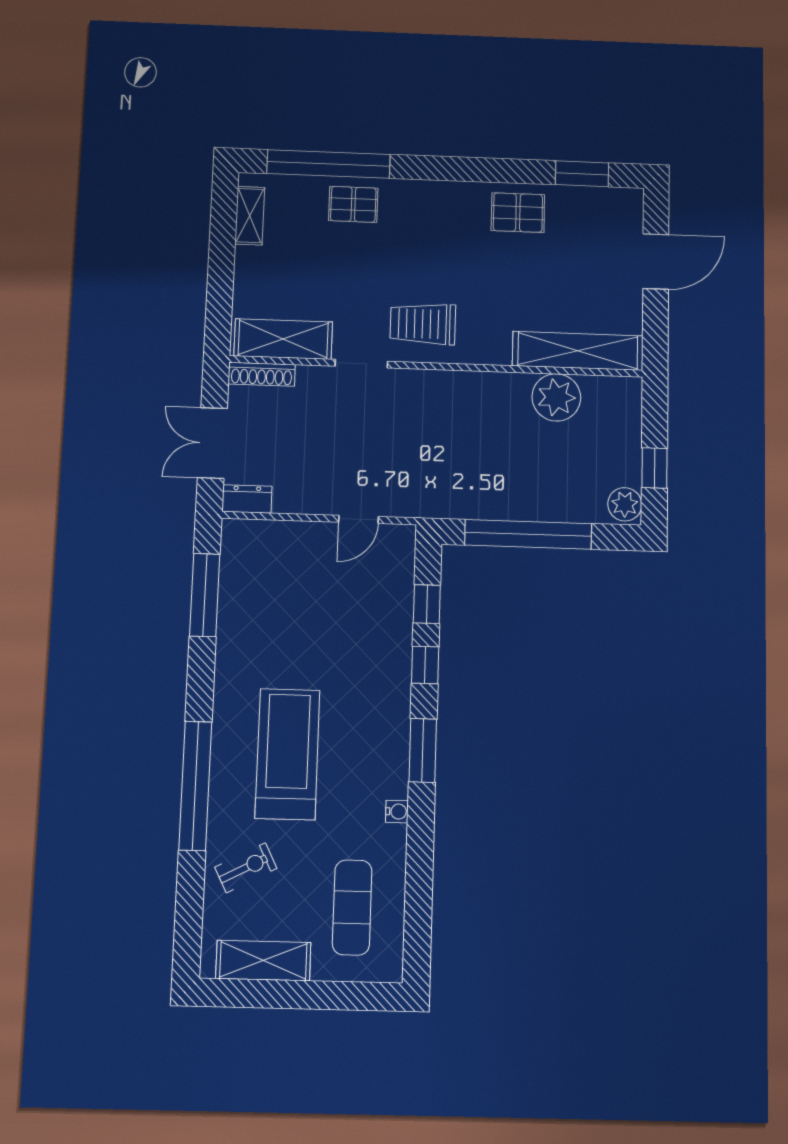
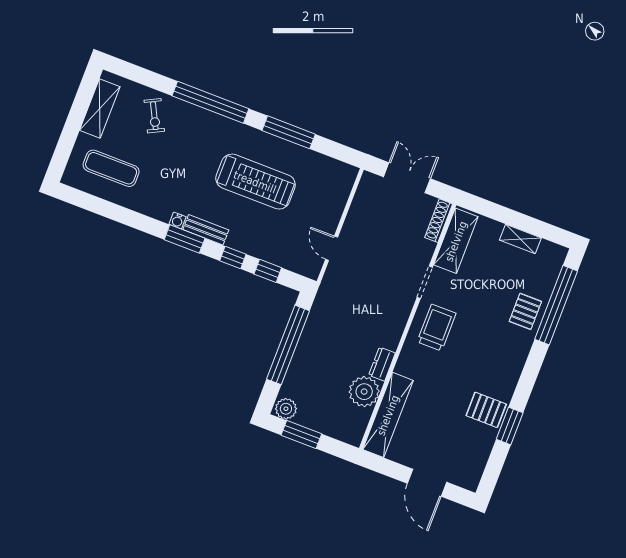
window: (582, 174) -> (510, 426), moved
pallet: (518, 213) -> (486, 410), turned 90
shelving: (250, 216) -> (520, 239), moved
window: (654, 468) -> (301, 435), width x1.50
dresser: (247, 499) -> (382, 364), moved, turned 180
window: (205, 595) -> (289, 132), moved
bench: (397, 722) -> (206, 230), added
treadmill: (287, 754) -> (255, 182), moved
water cooler: (397, 812) -> (177, 221), moved

